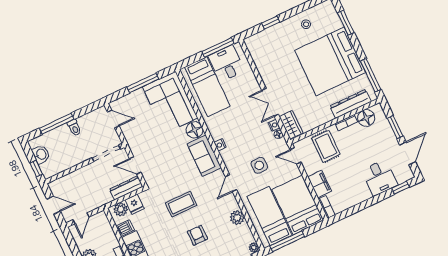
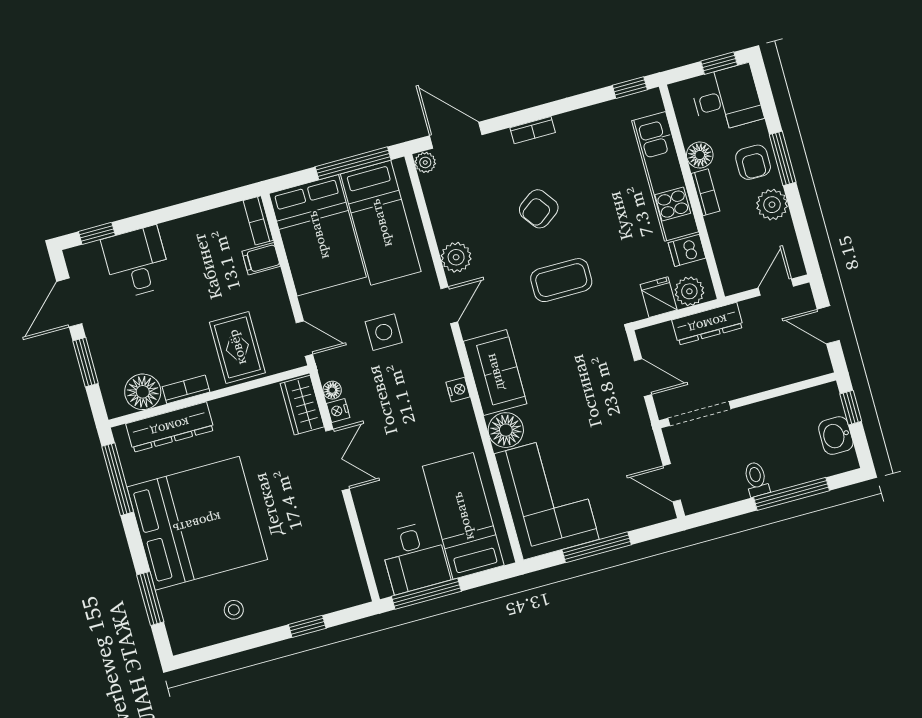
filing cabinet: (320, 184) -> (261, 259), width x0.50
dresser: (126, 188) -> (708, 324), moved
plant: (237, 218) -> (456, 257), moved
armchair: (197, 235) -> (539, 209), turned 54

